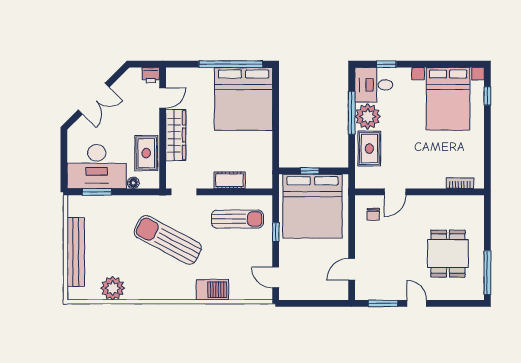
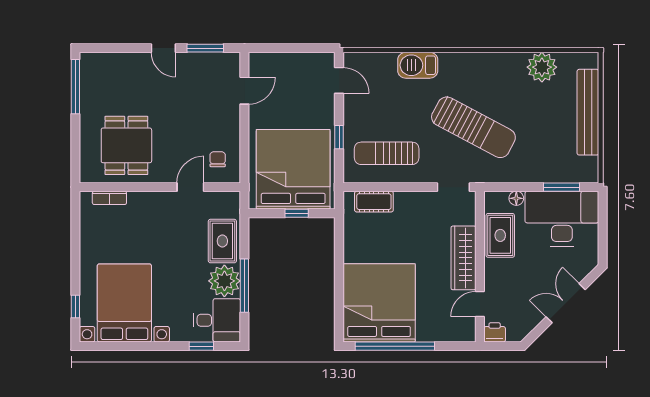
cot: (230, 180) -> (374, 202), moved
dining table: (448, 254) -> (126, 145), moved

